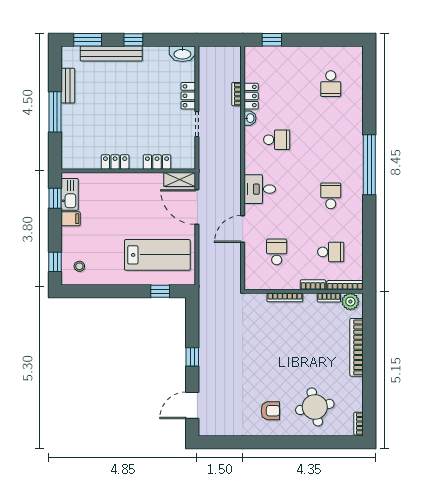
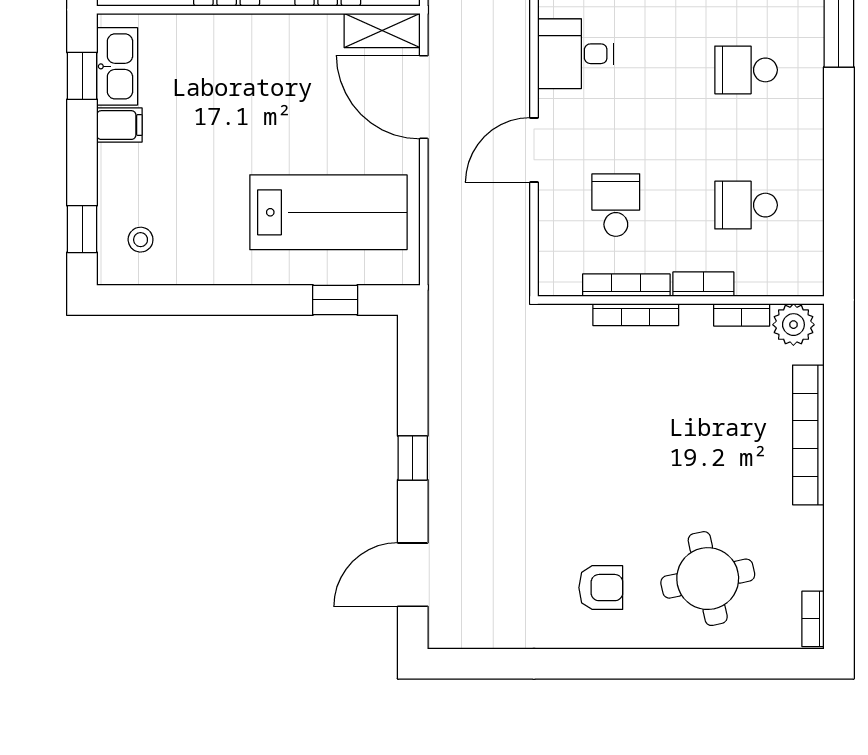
school desk: (331, 196) -> (746, 70), turned -90
school desk: (331, 252) -> (746, 205), turned 180
bookcase: (345, 285) -> (626, 285), moved

